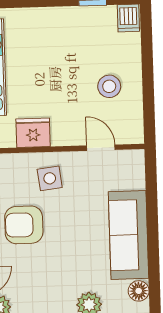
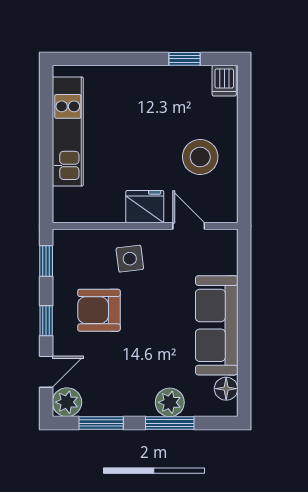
stool: (109, 86) -> (200, 157), width x1.38, depth x1.38
fridge: (33, 133) -> (145, 207), moved

